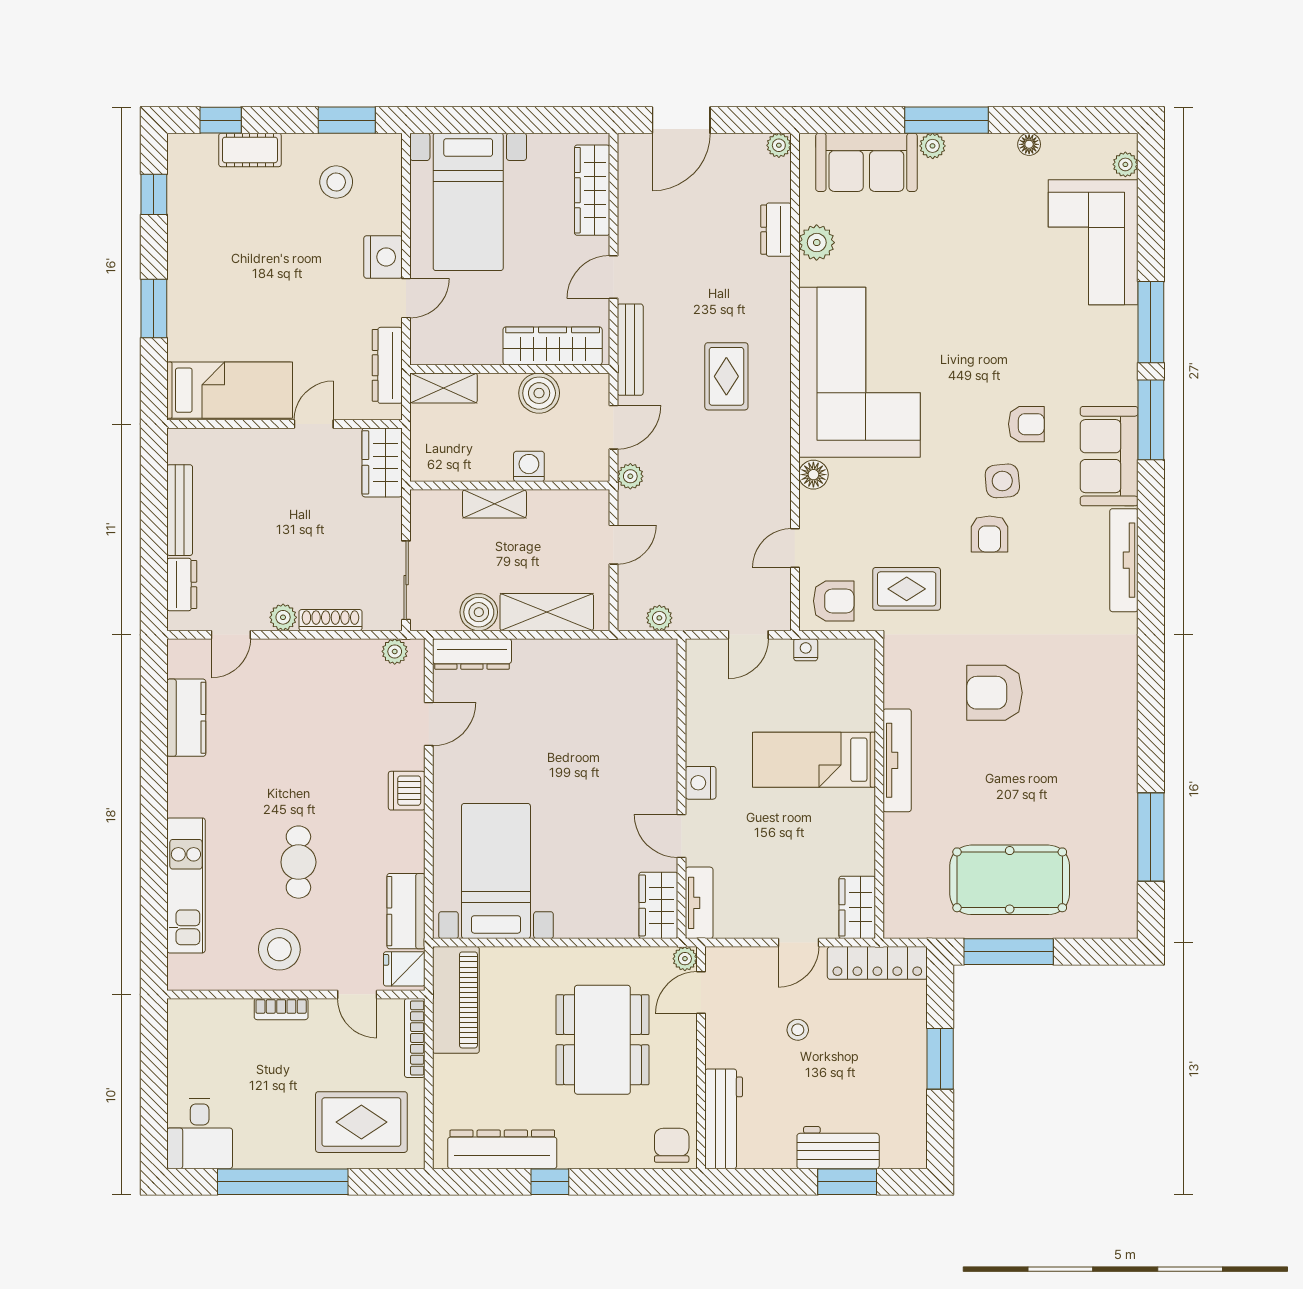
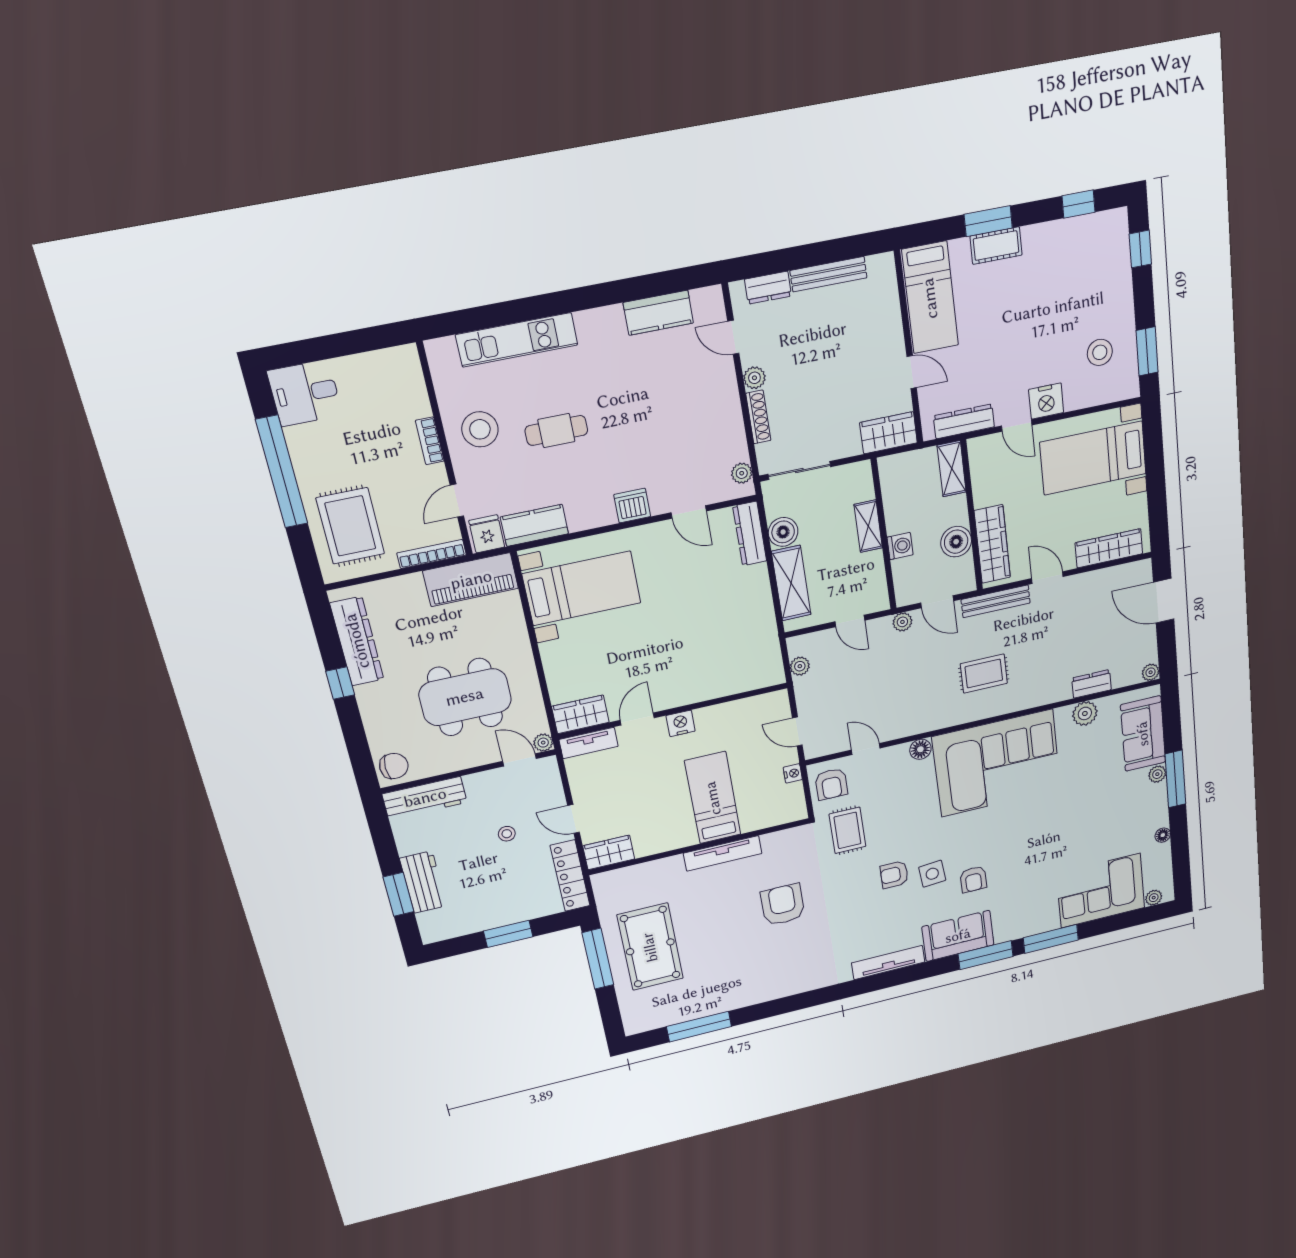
cot: (250, 150) -> (996, 246), moved, turned 90

